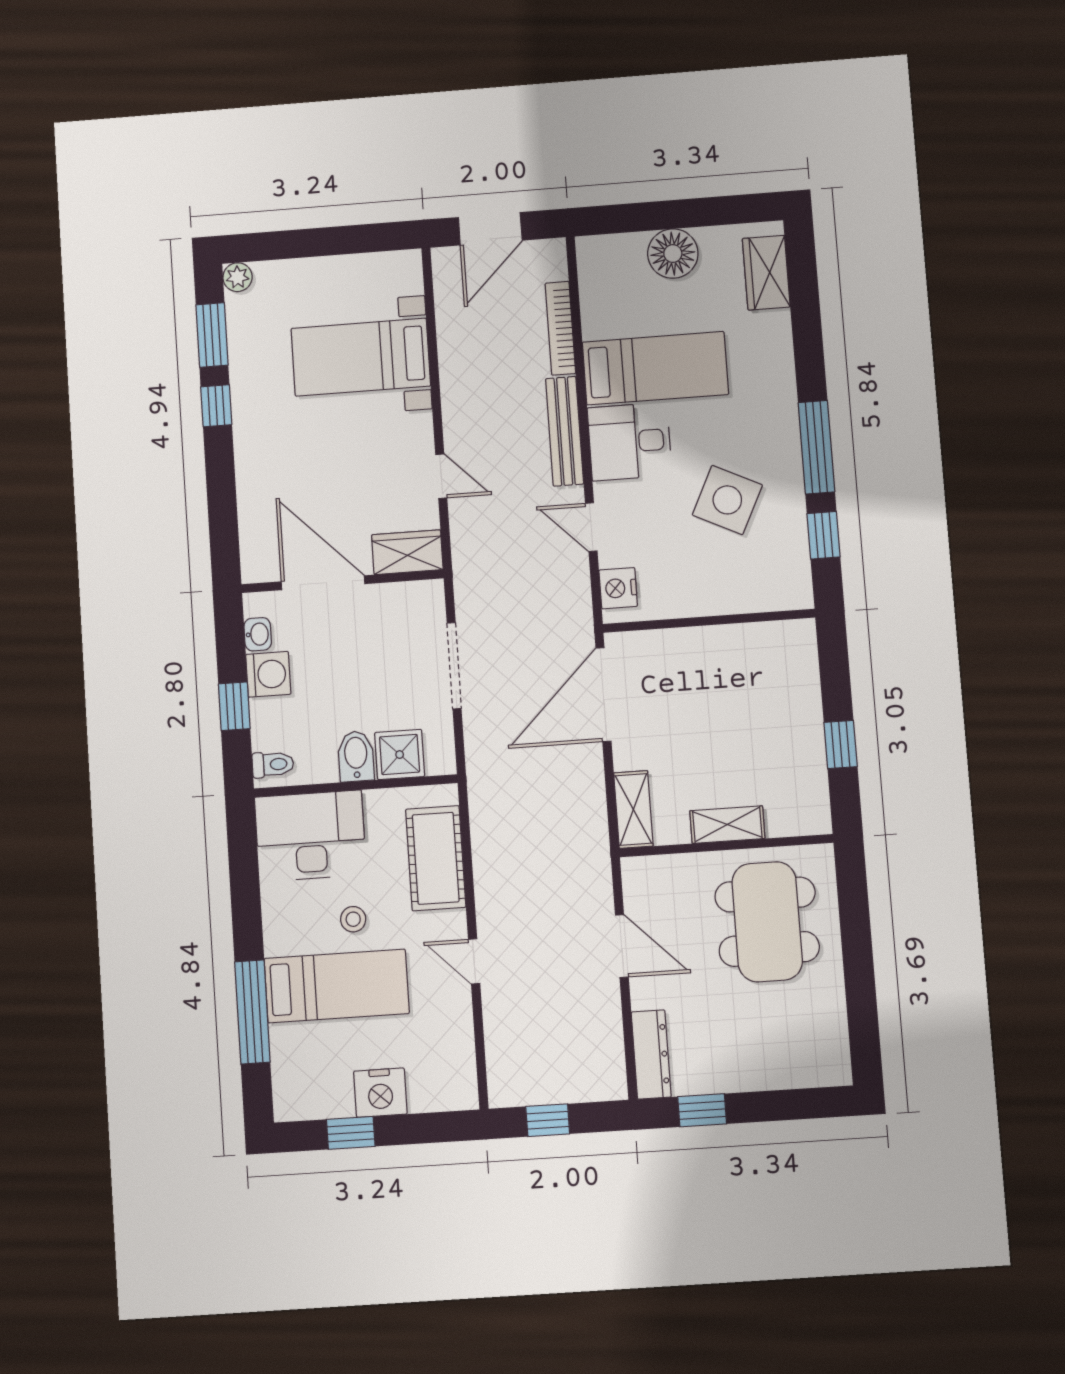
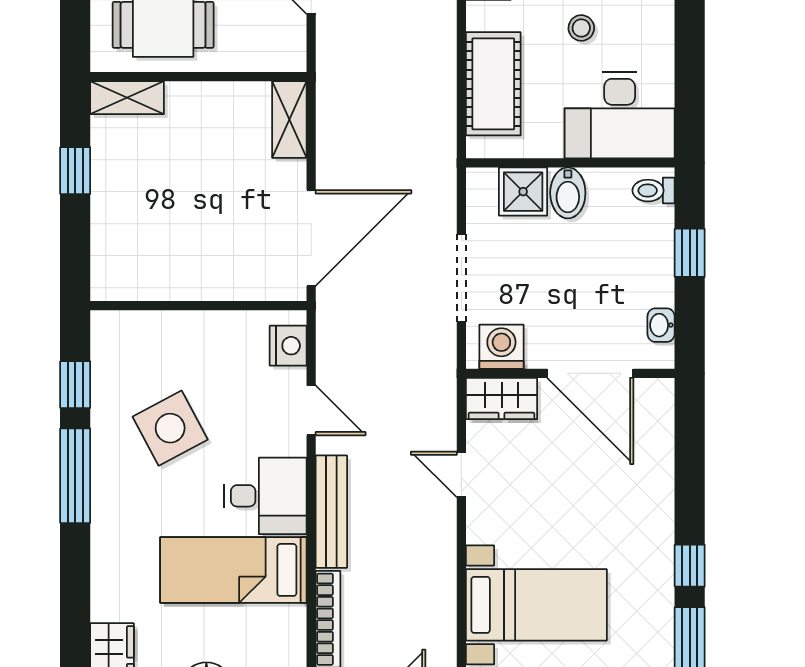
side table: (727, 500) -> (170, 428), turned 36
washing machine: (268, 674) -> (501, 347), moved, turned 90
shelving: (727, 825) -> (127, 98), moved

